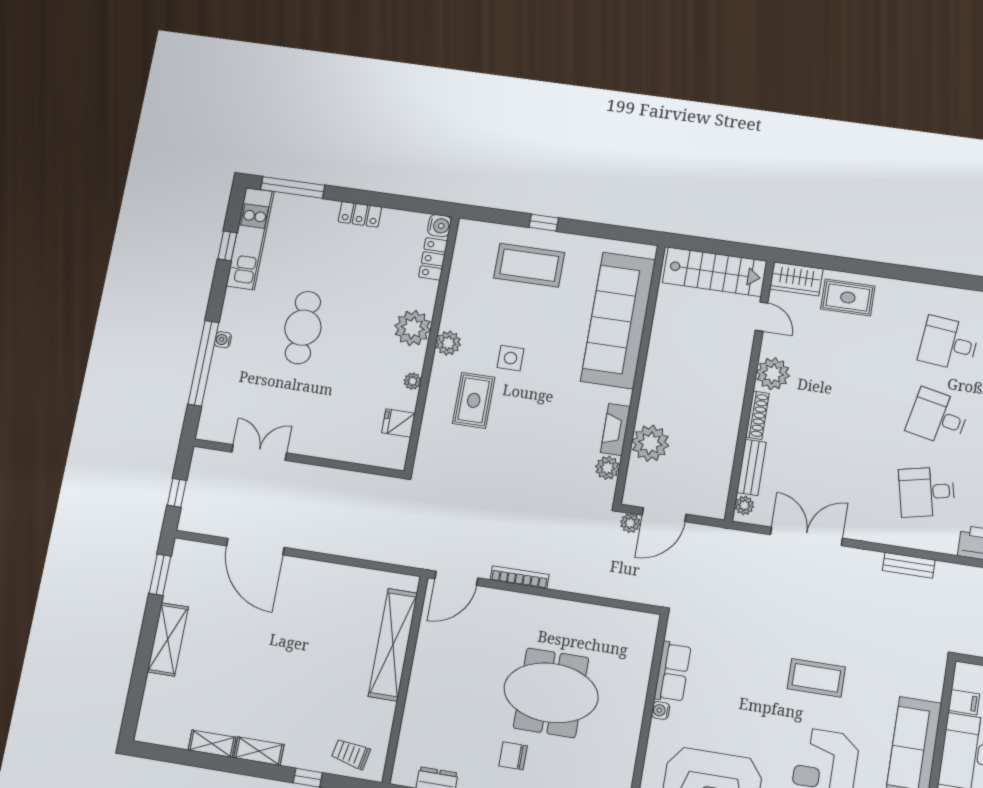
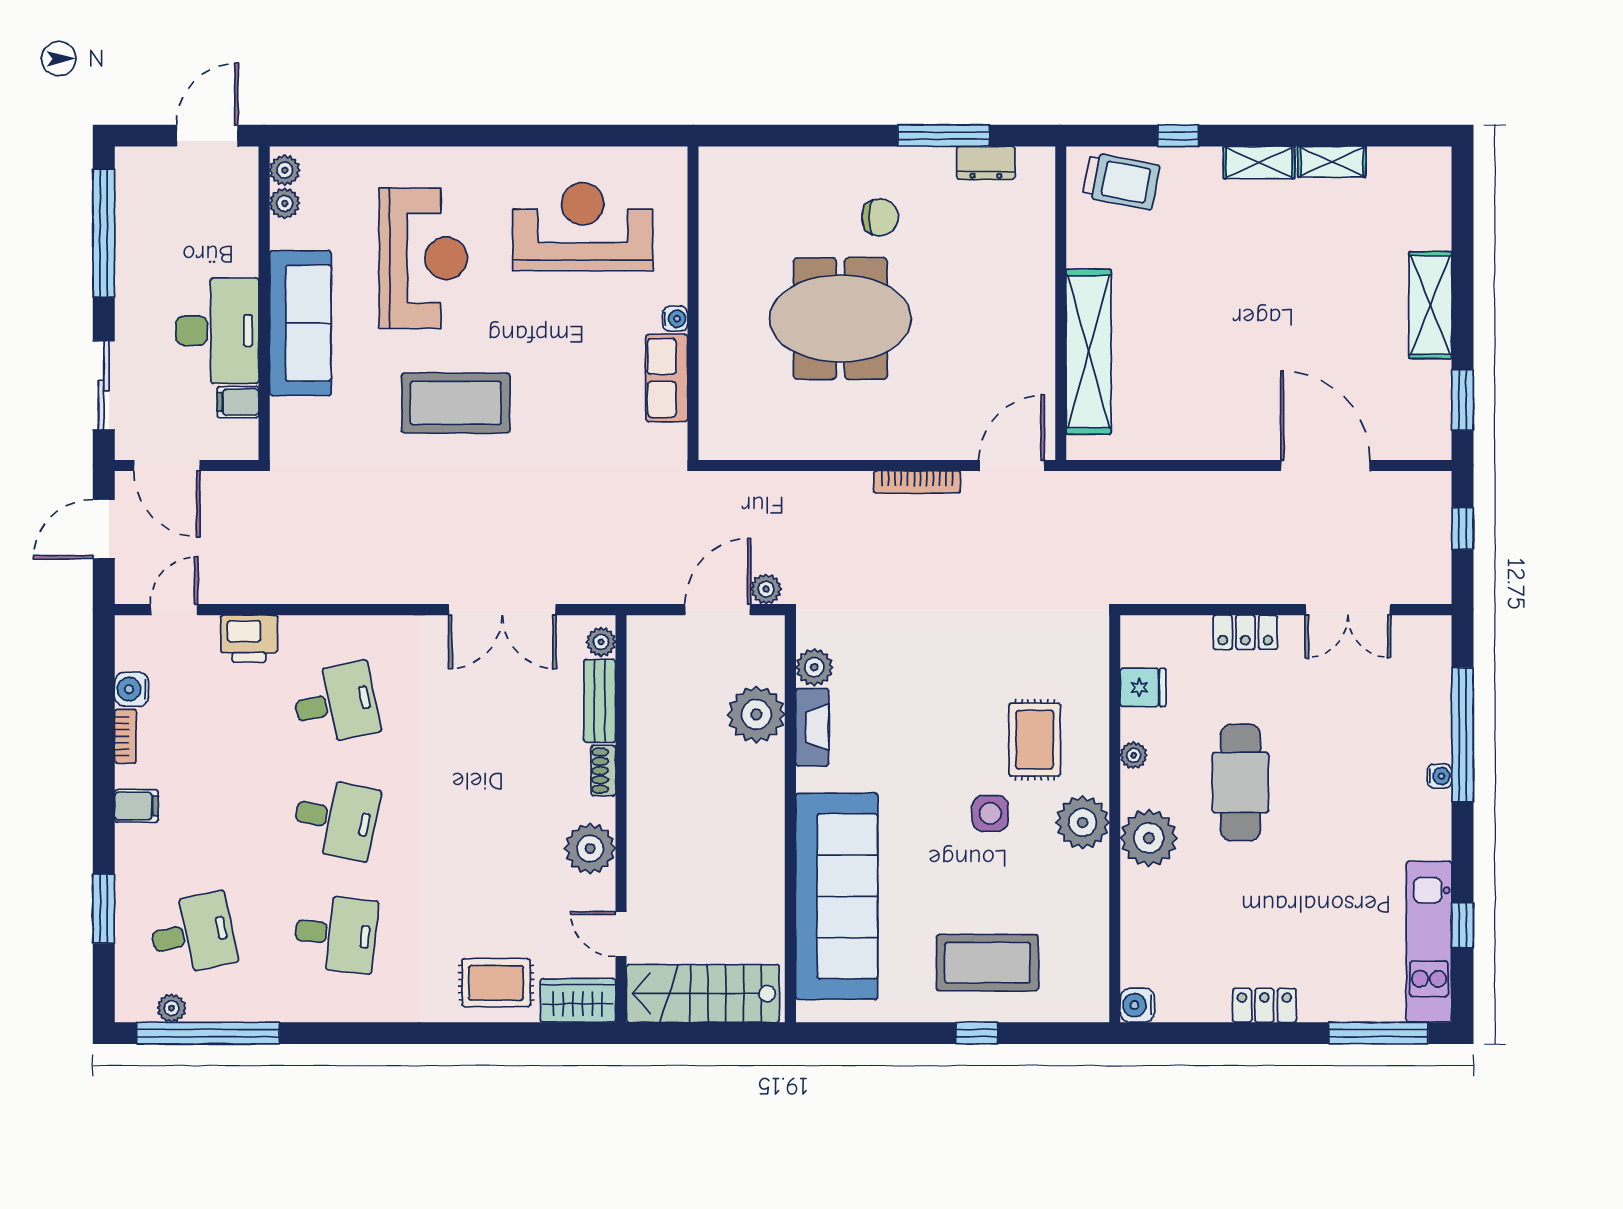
locker: (433, 259) -> (1245, 632), moved, turned 90
cafe table: (303, 328) -> (1240, 782), moved
plant: (448, 343) -> (1083, 822), width x1.36, depth x1.36
shoe rack: (757, 415) -> (603, 771), width x0.70
bench: (909, 565) -> (346, 590), removed
coffee table: (816, 678) -> (456, 403), width x1.36, depth x1.32
trolley: (351, 754) -> (1121, 181), width x1.36, depth x1.39

